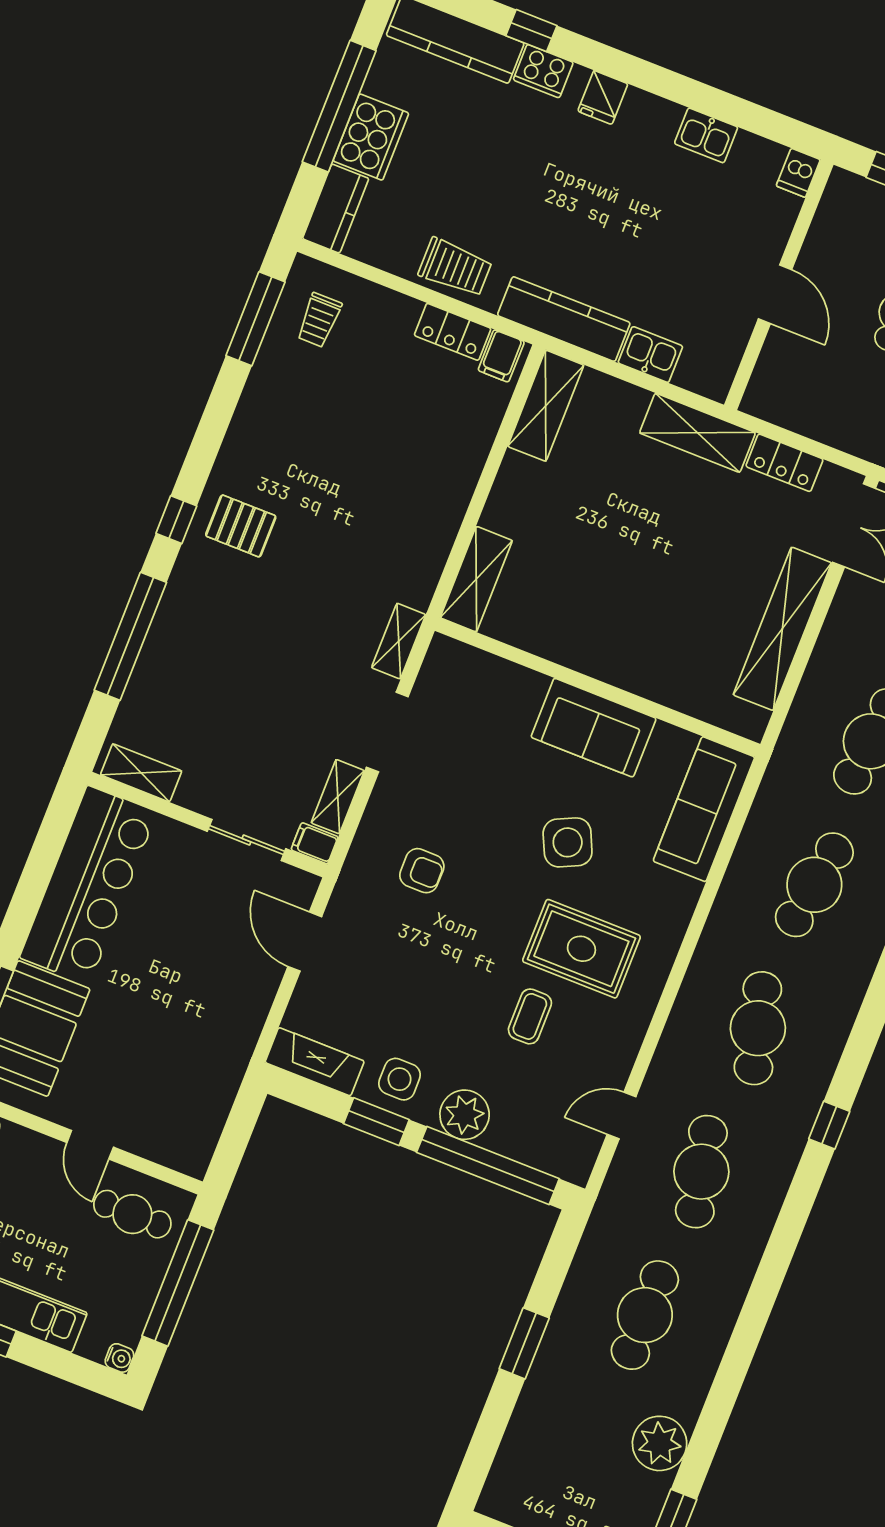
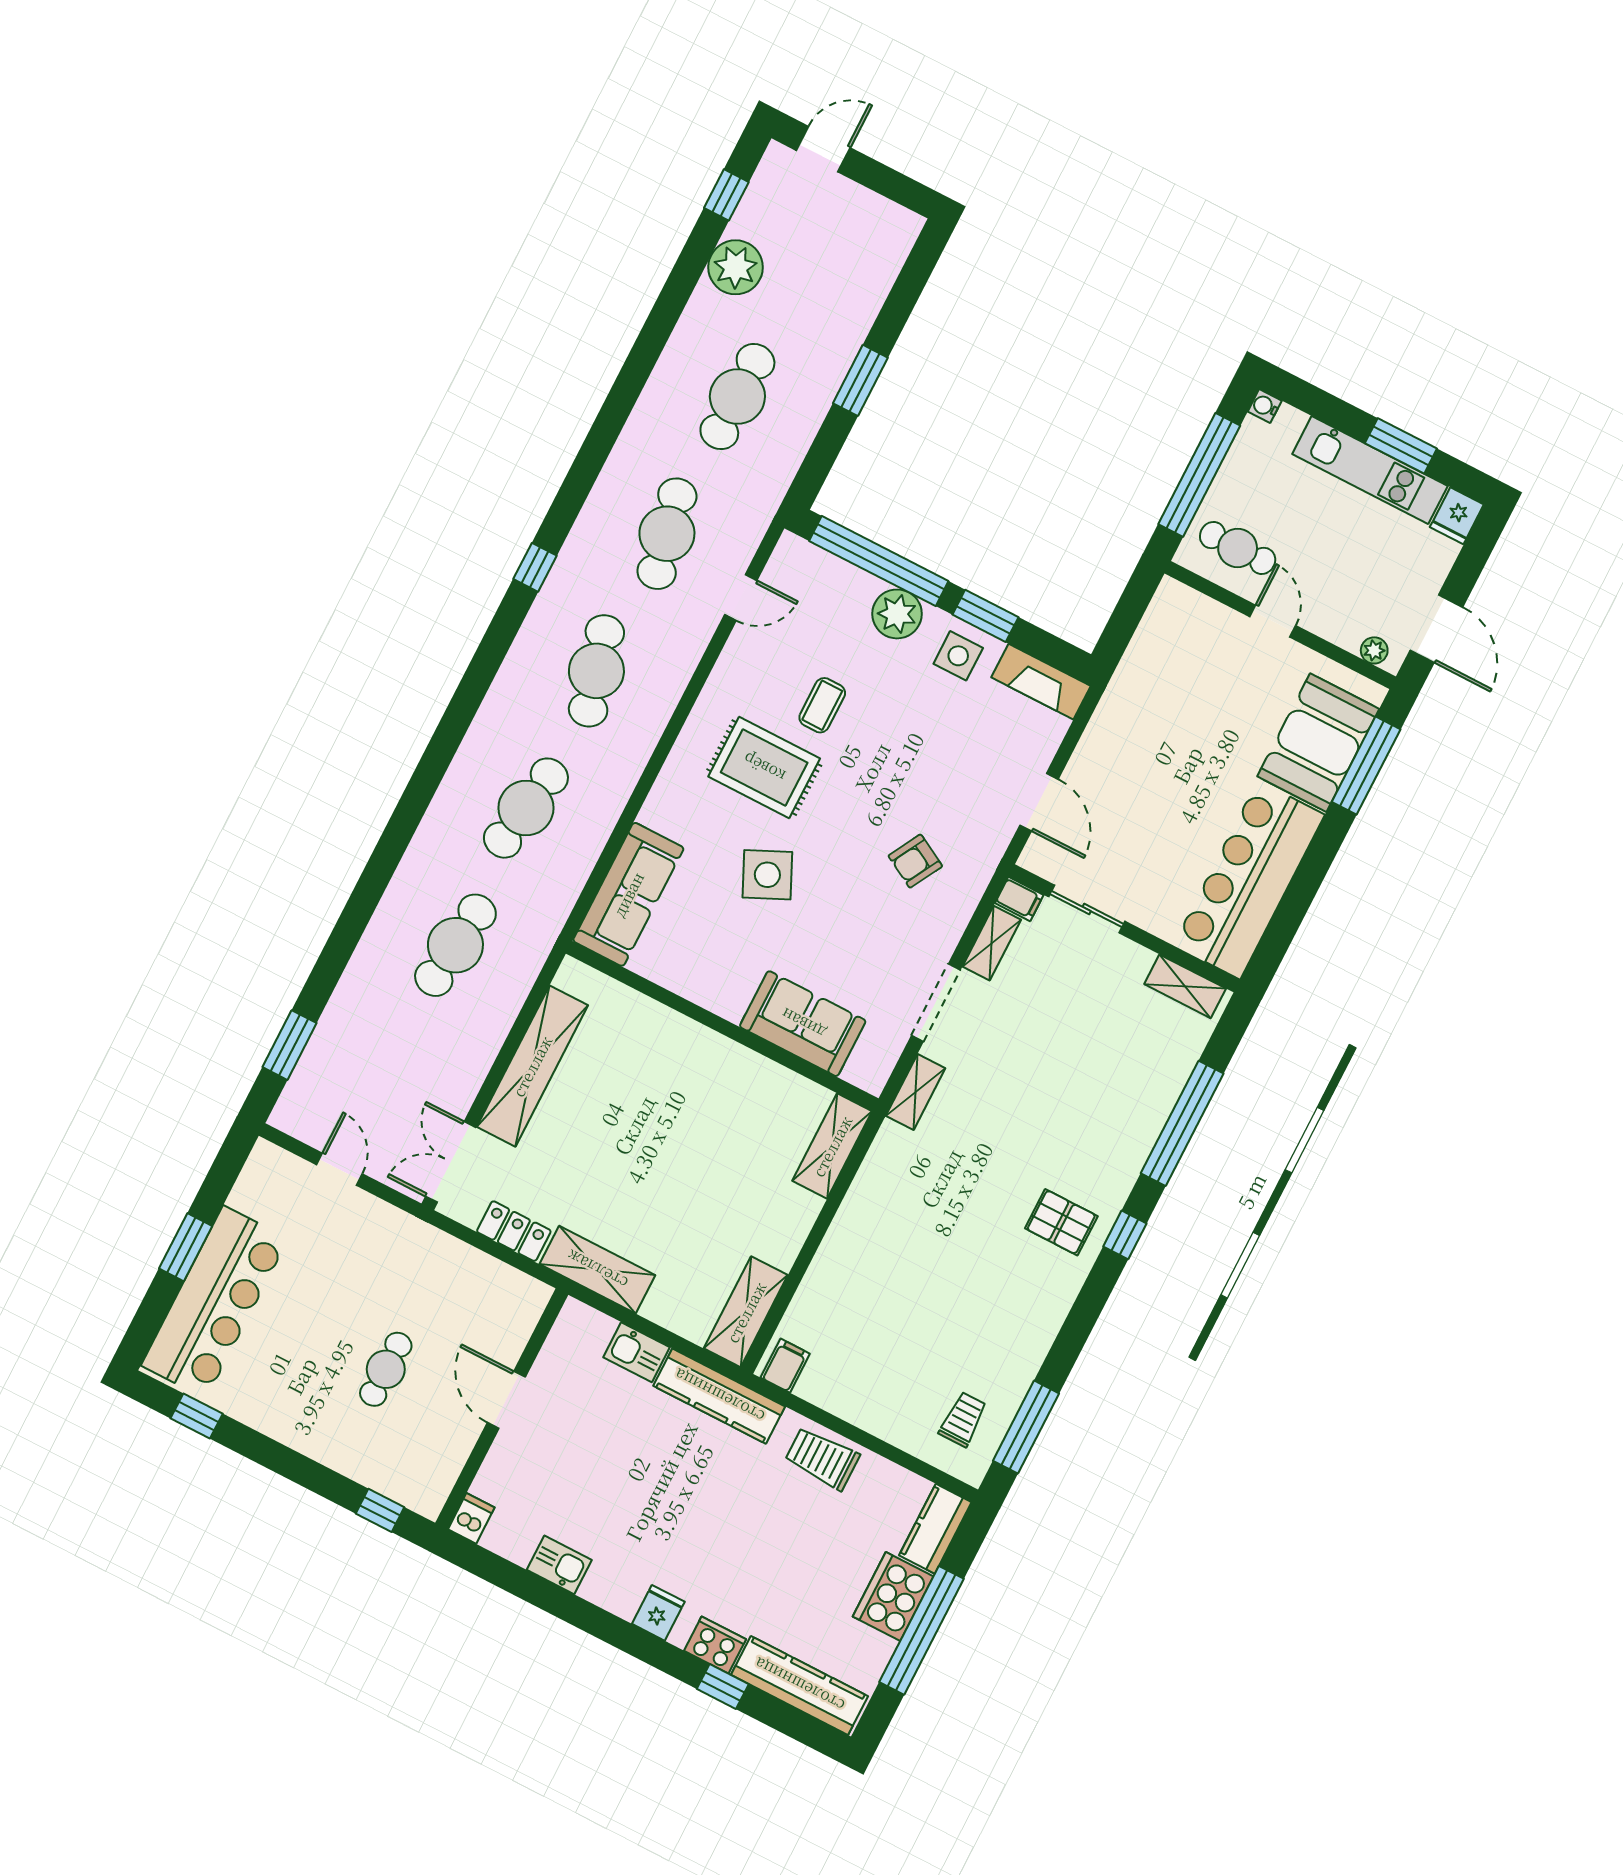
locker: (453, 332) -> (831, 1394), removed
sofa: (594, 728) -> (803, 1024), moved
armchair: (422, 871) -> (915, 861), turned -61

